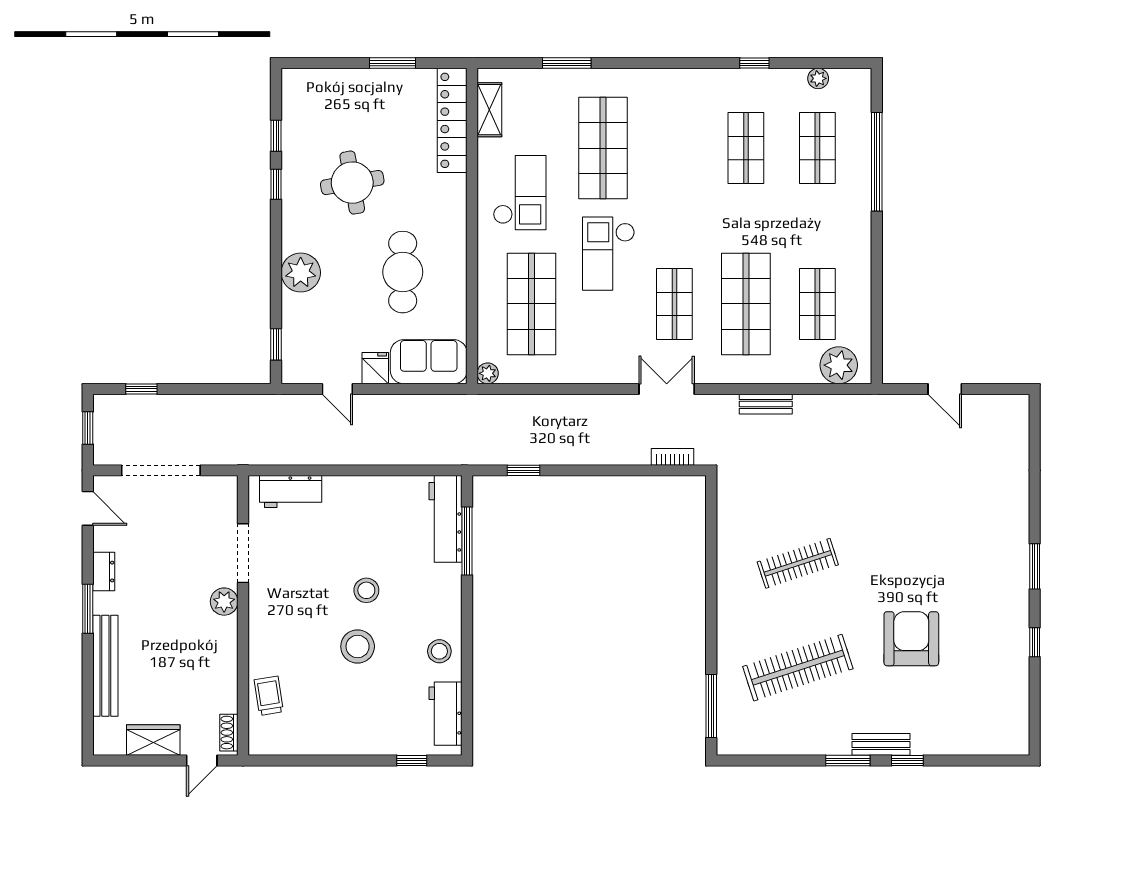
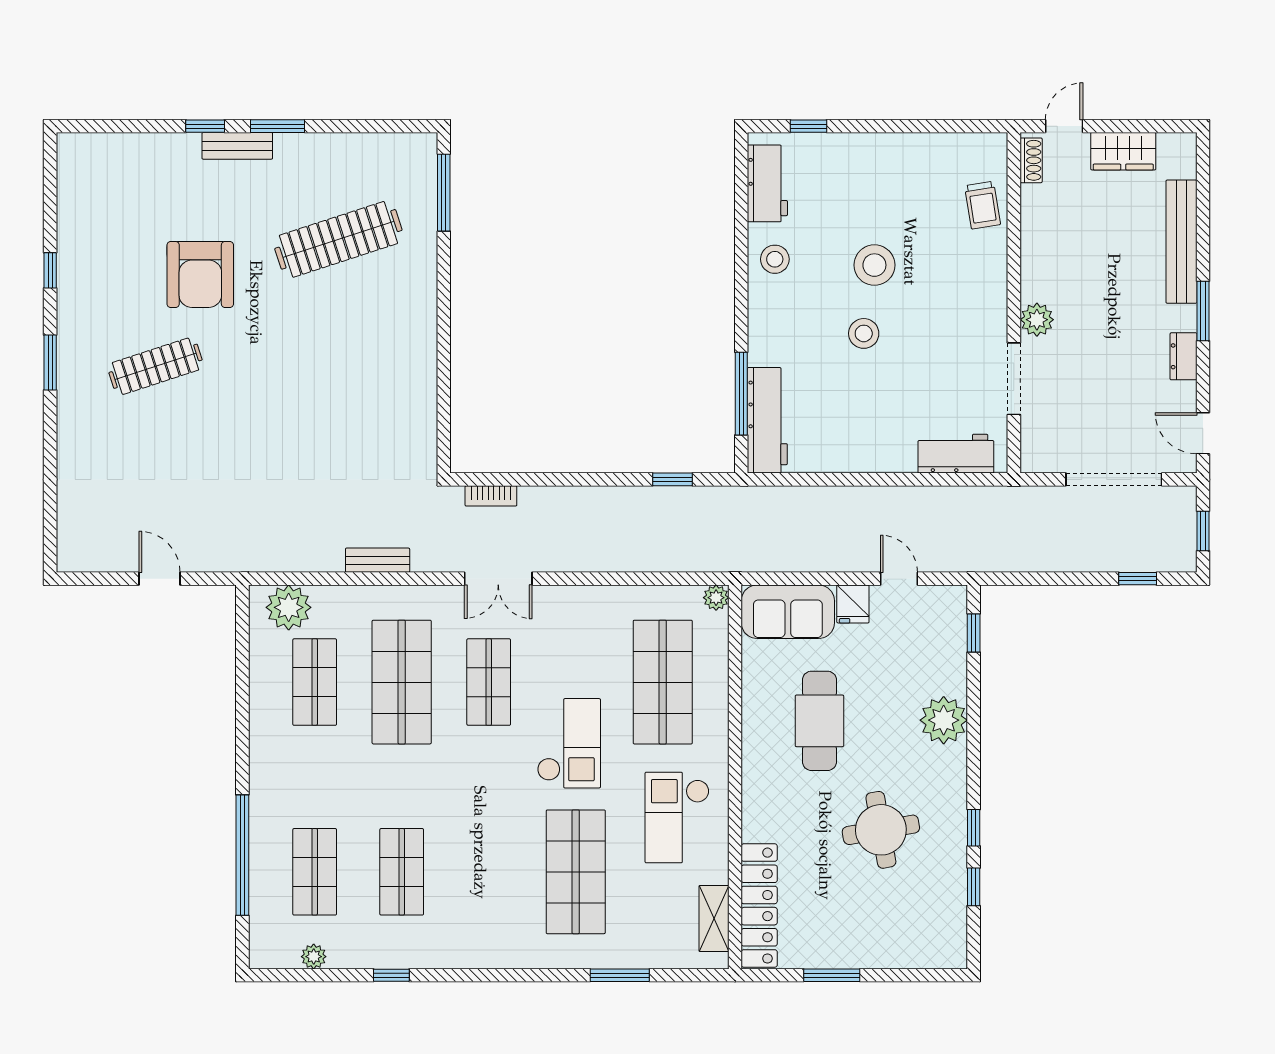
clothes rail: (798, 563) -> (155, 366), moved

